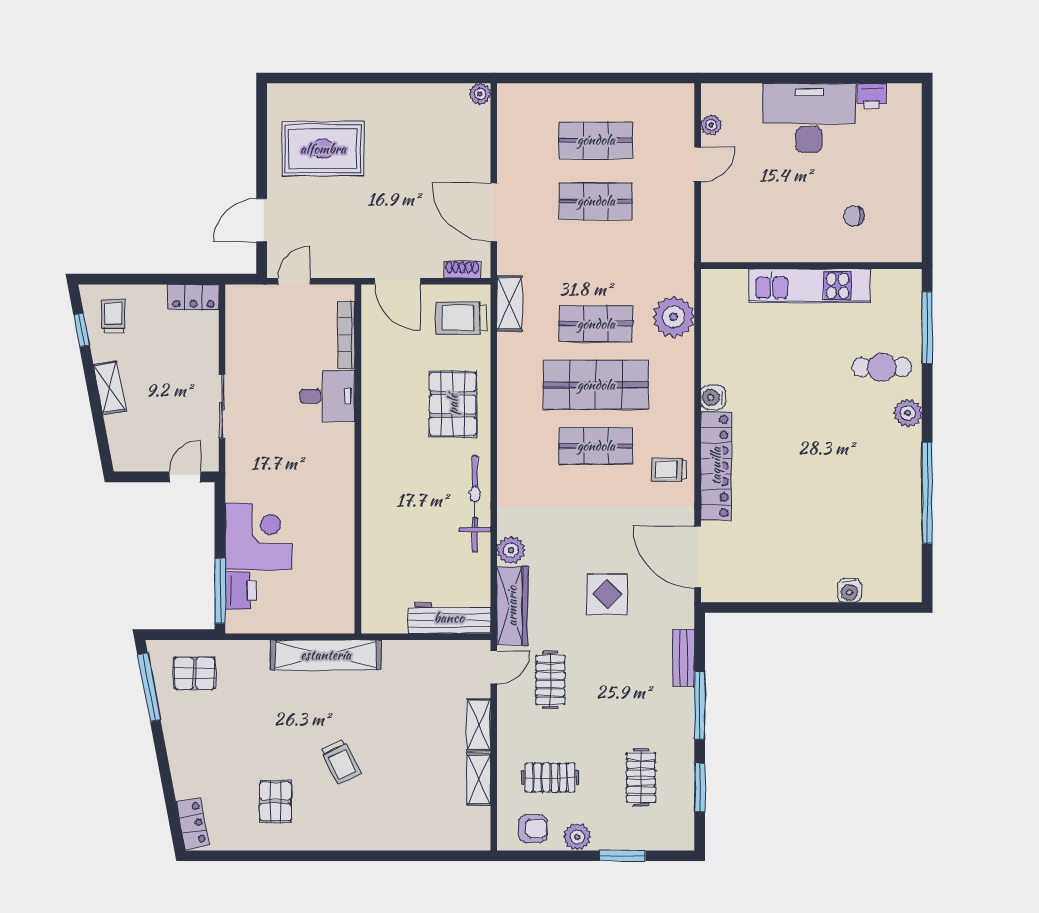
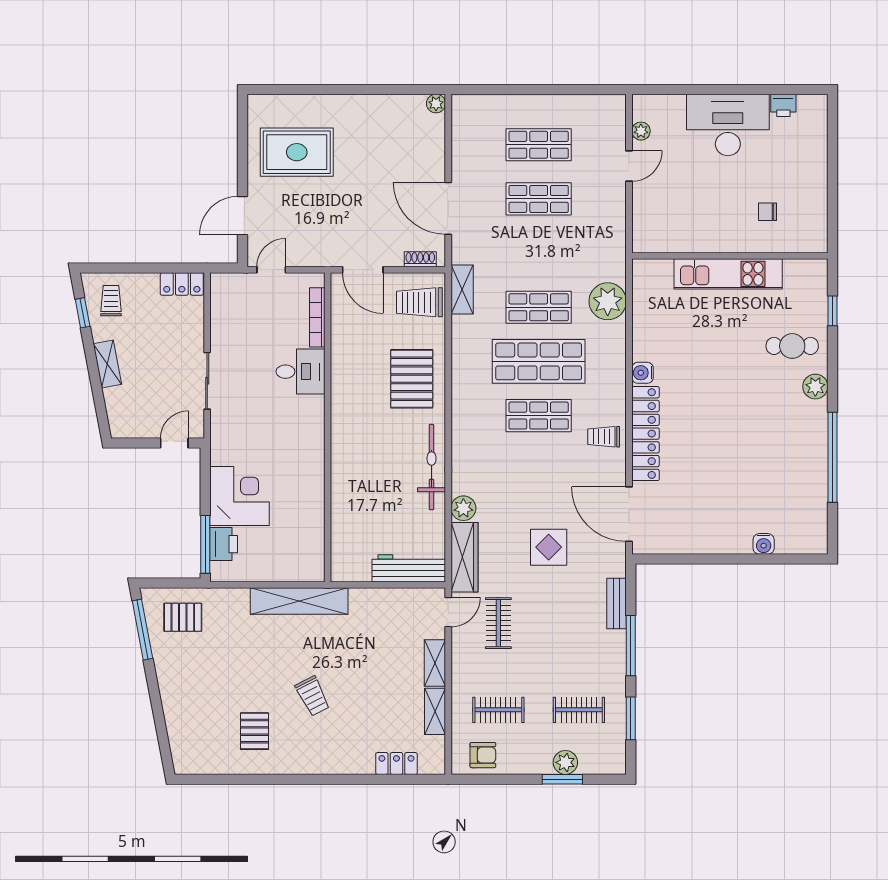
window: (927, 328) -> (832, 311), width x0.46
clothes rail: (641, 778) -> (579, 710), turned 90
locker: (193, 824) -> (396, 763), moved, turned -79
plant: (577, 837) -> (565, 762), moved

